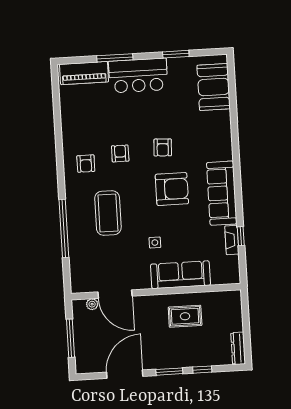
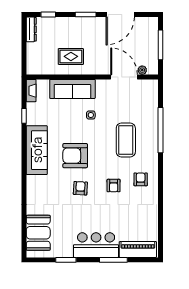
fireplace: (232, 240) -> (31, 91), moved
window: (202, 370) -> (48, 14), moved

